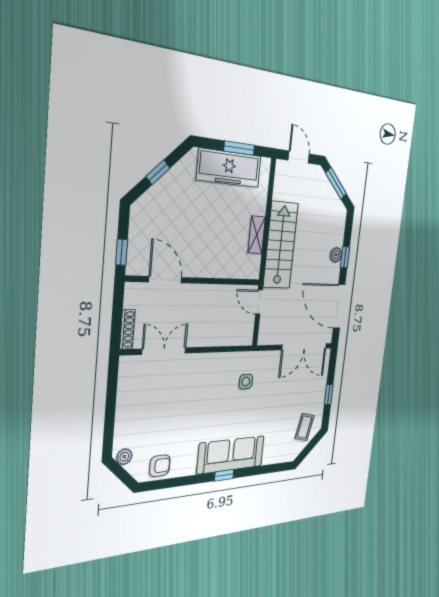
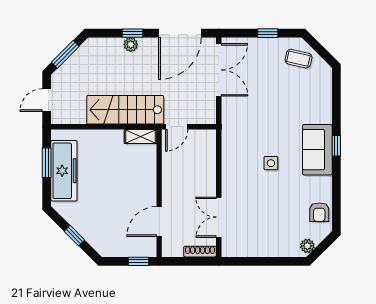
shelving: (257, 235) -> (141, 137), moved
side table: (246, 382) -> (271, 163), moved
sofa: (231, 455) -> (317, 150), width x0.73
armchair: (160, 466) -> (319, 212), turned 180

